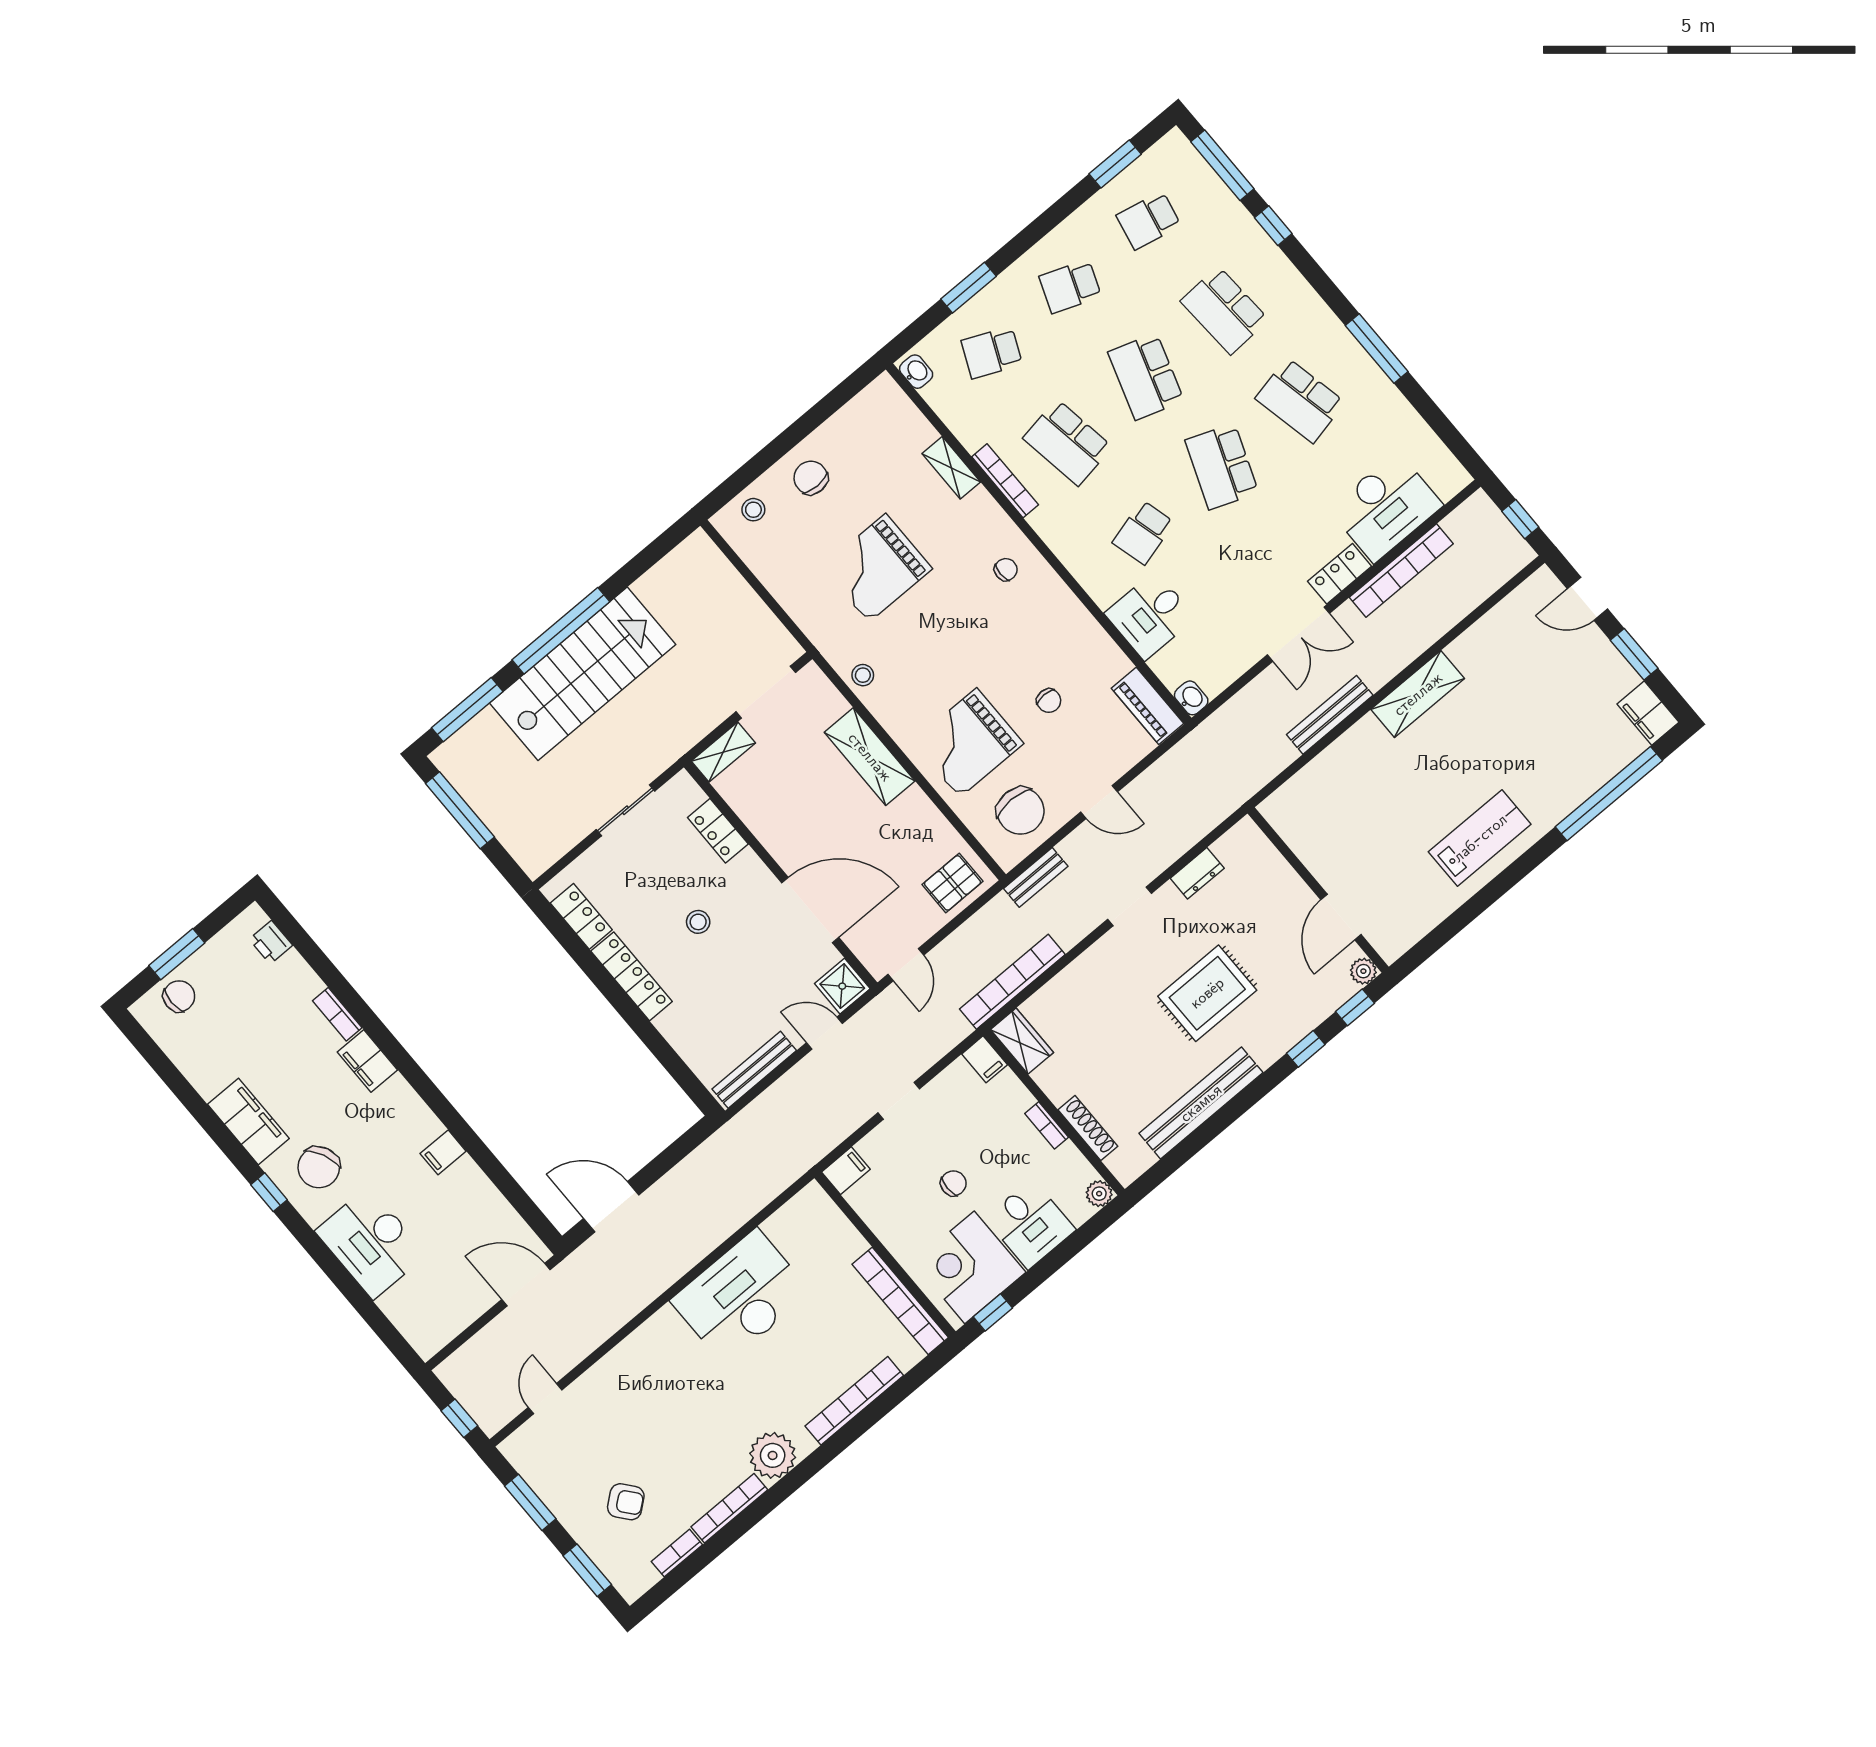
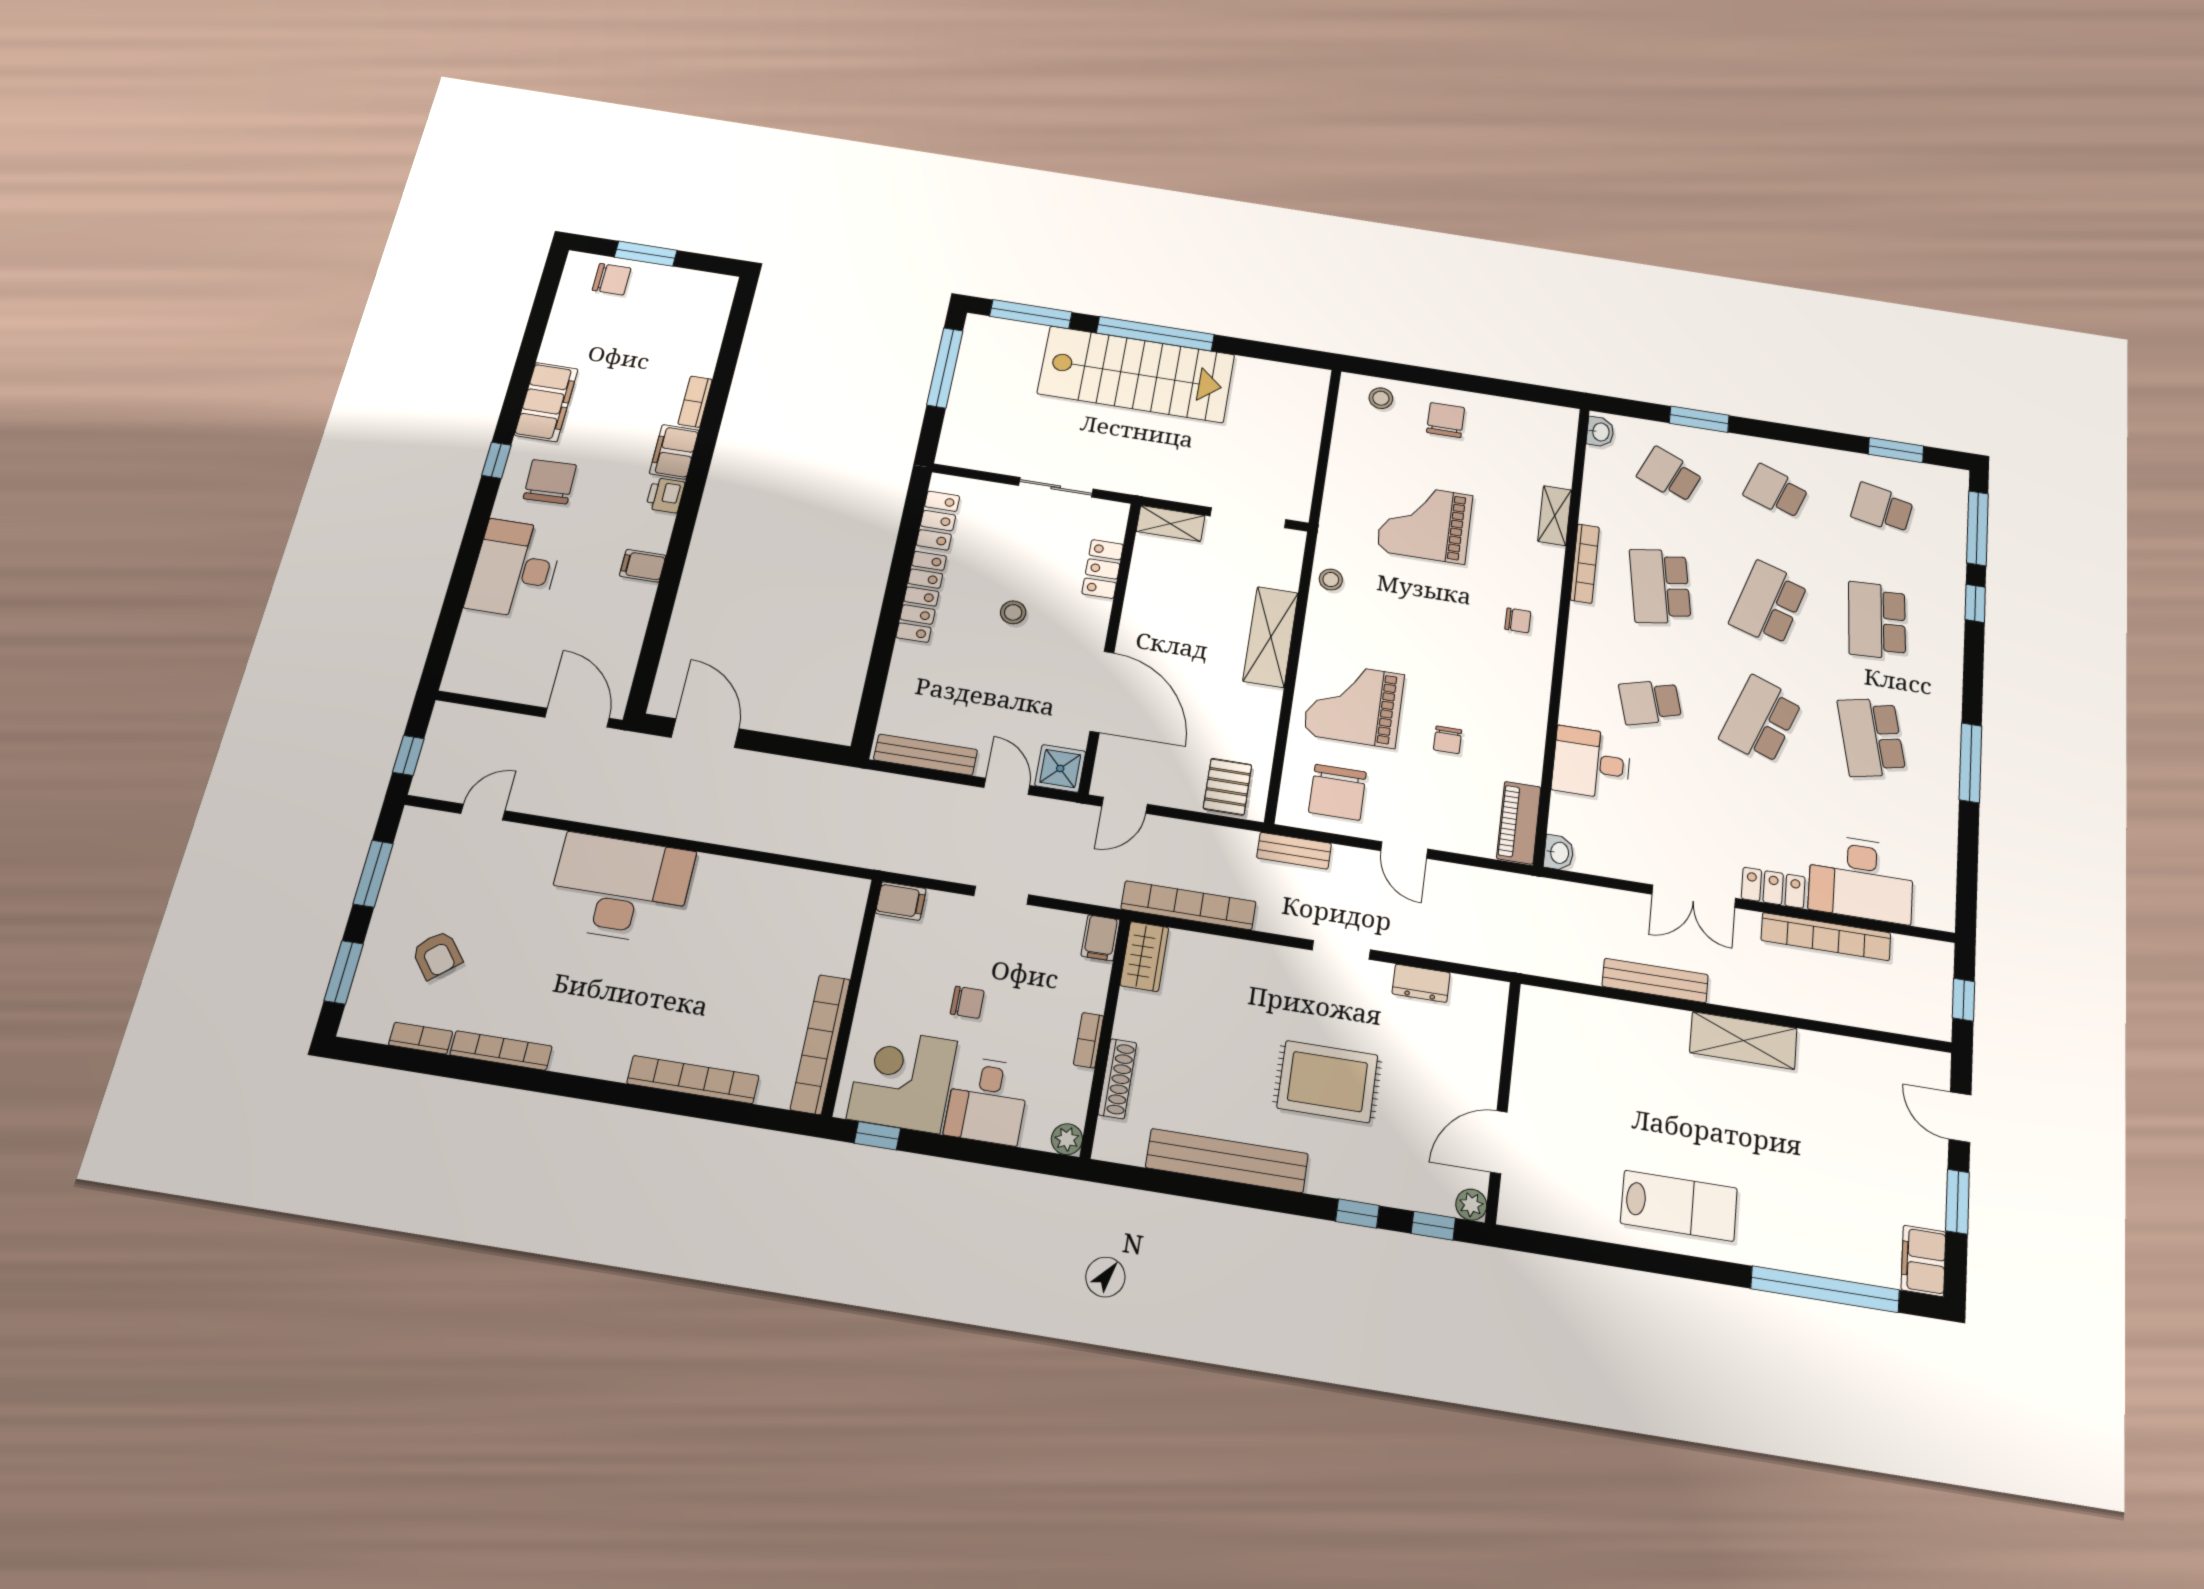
pallet: (952, 883) -> (1227, 787), turned 90
printer: (271, 942) -> (665, 495), moved
chair: (319, 1167) -> (550, 482), turned 113
desk: (741, 1296) -> (620, 888), moved
plant: (773, 1455) -> (583, 1049), removed

